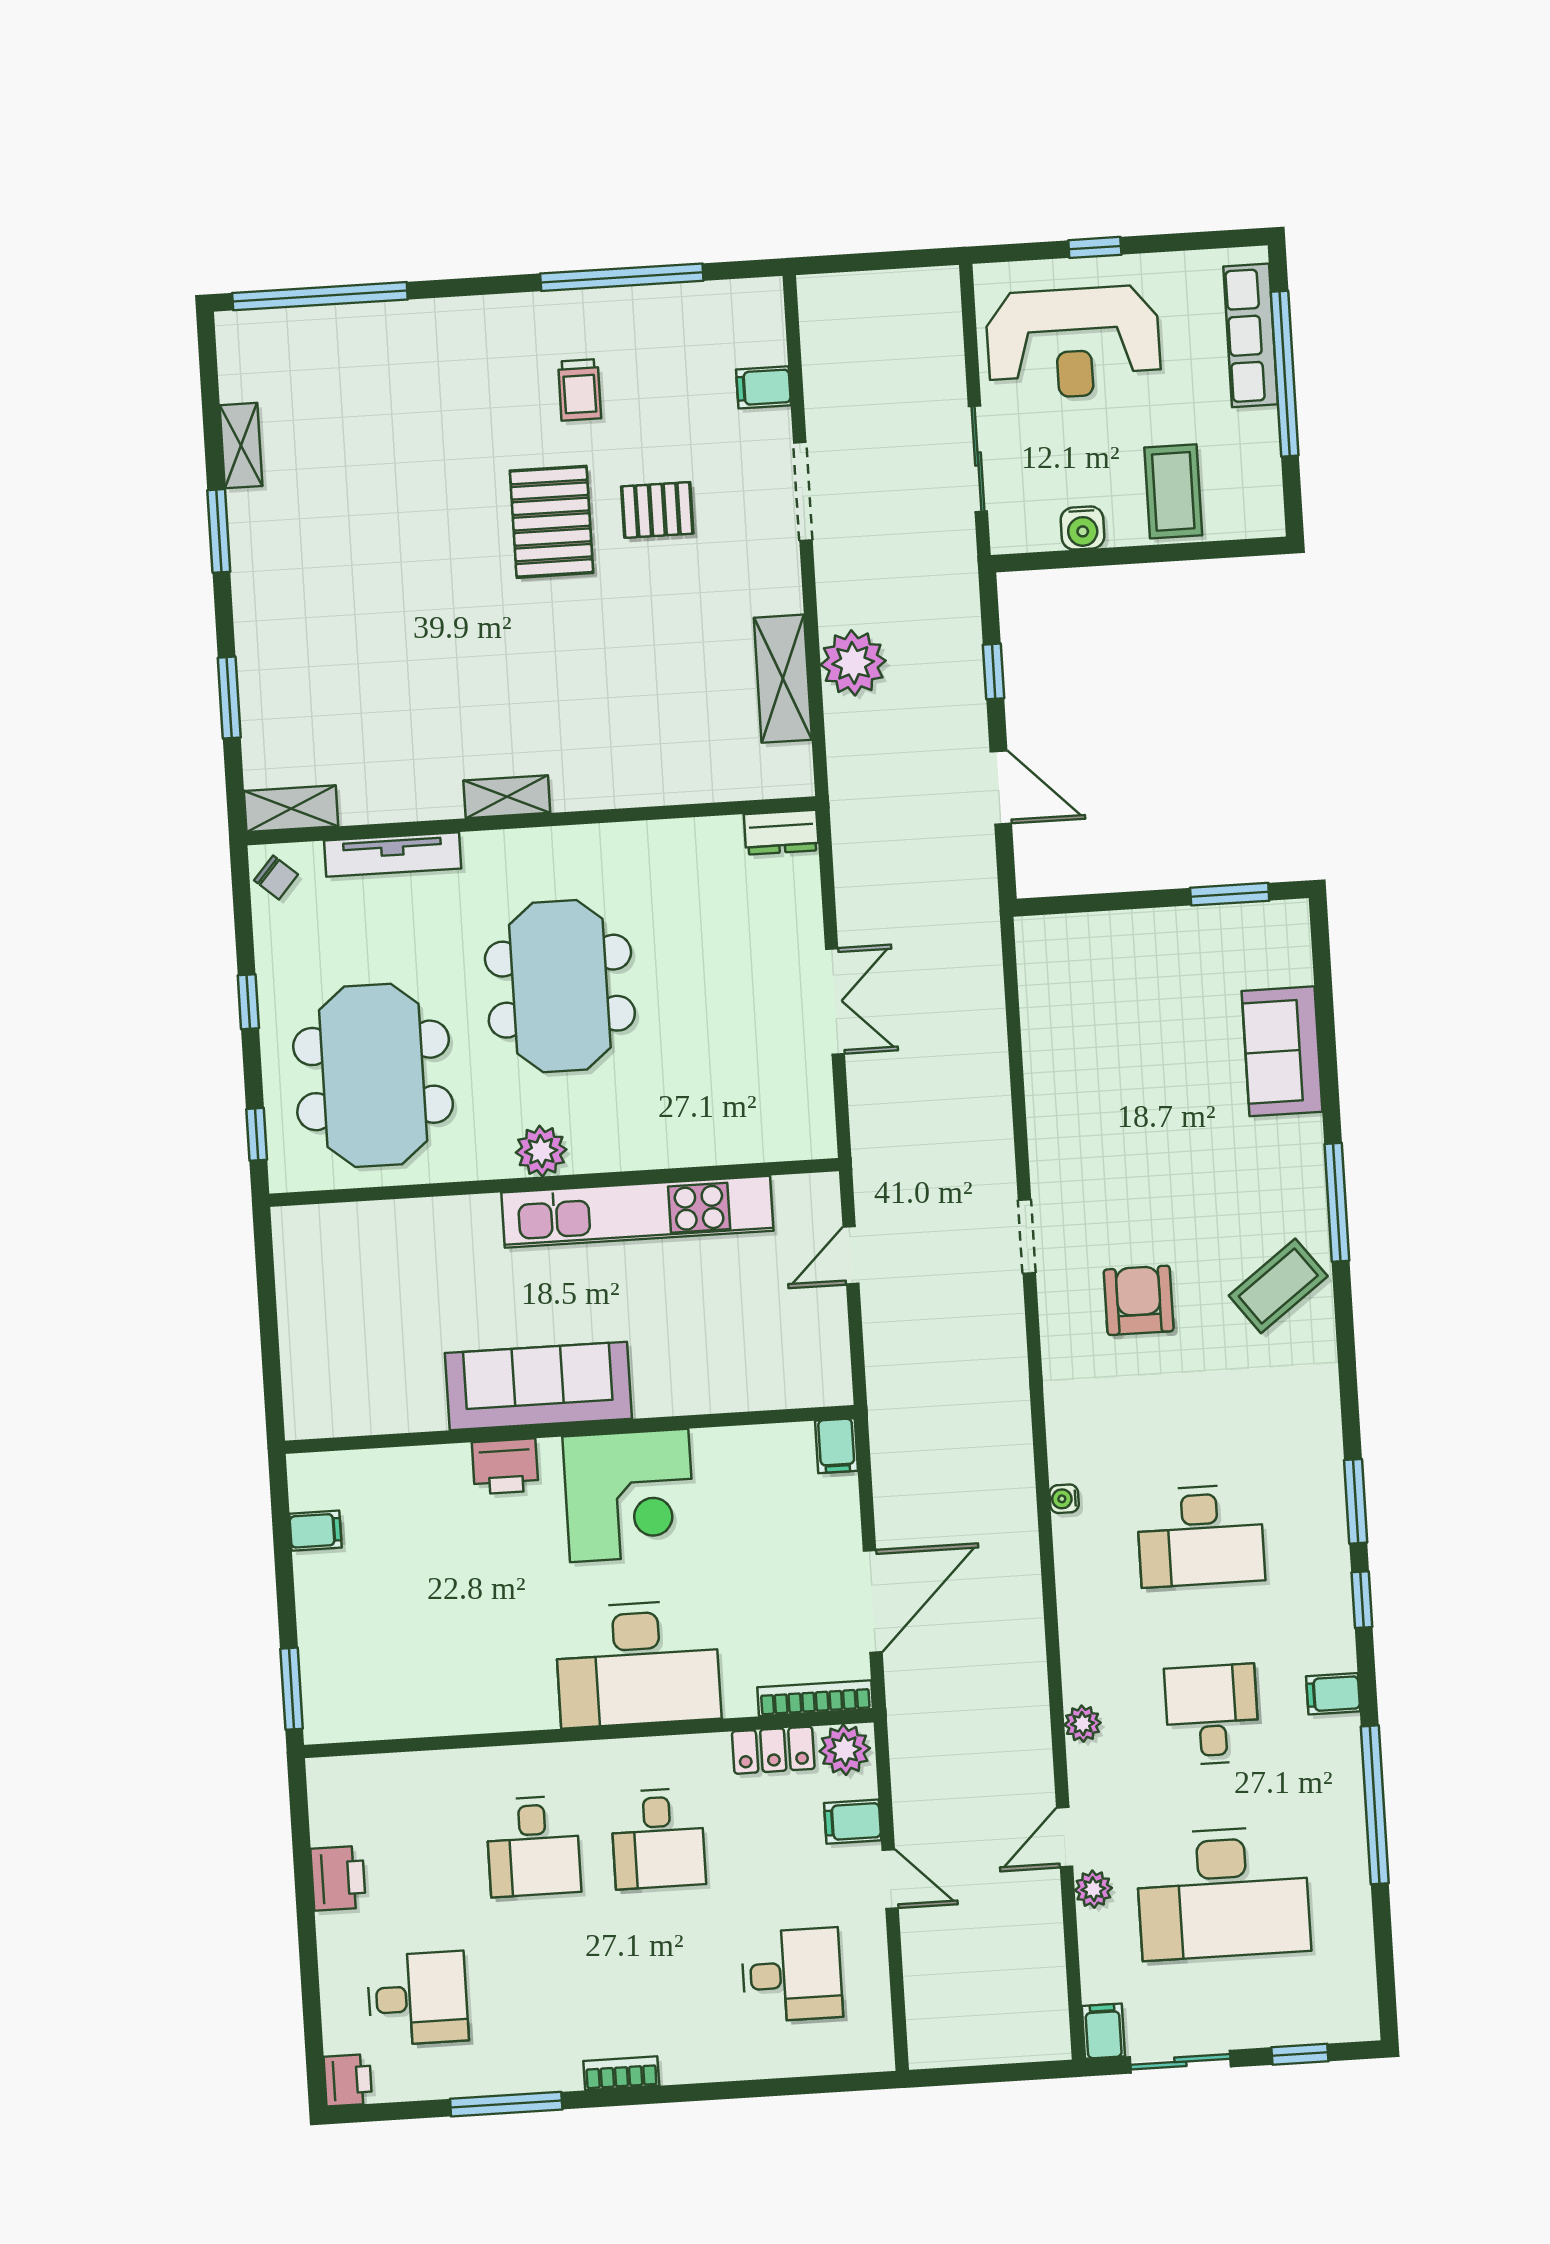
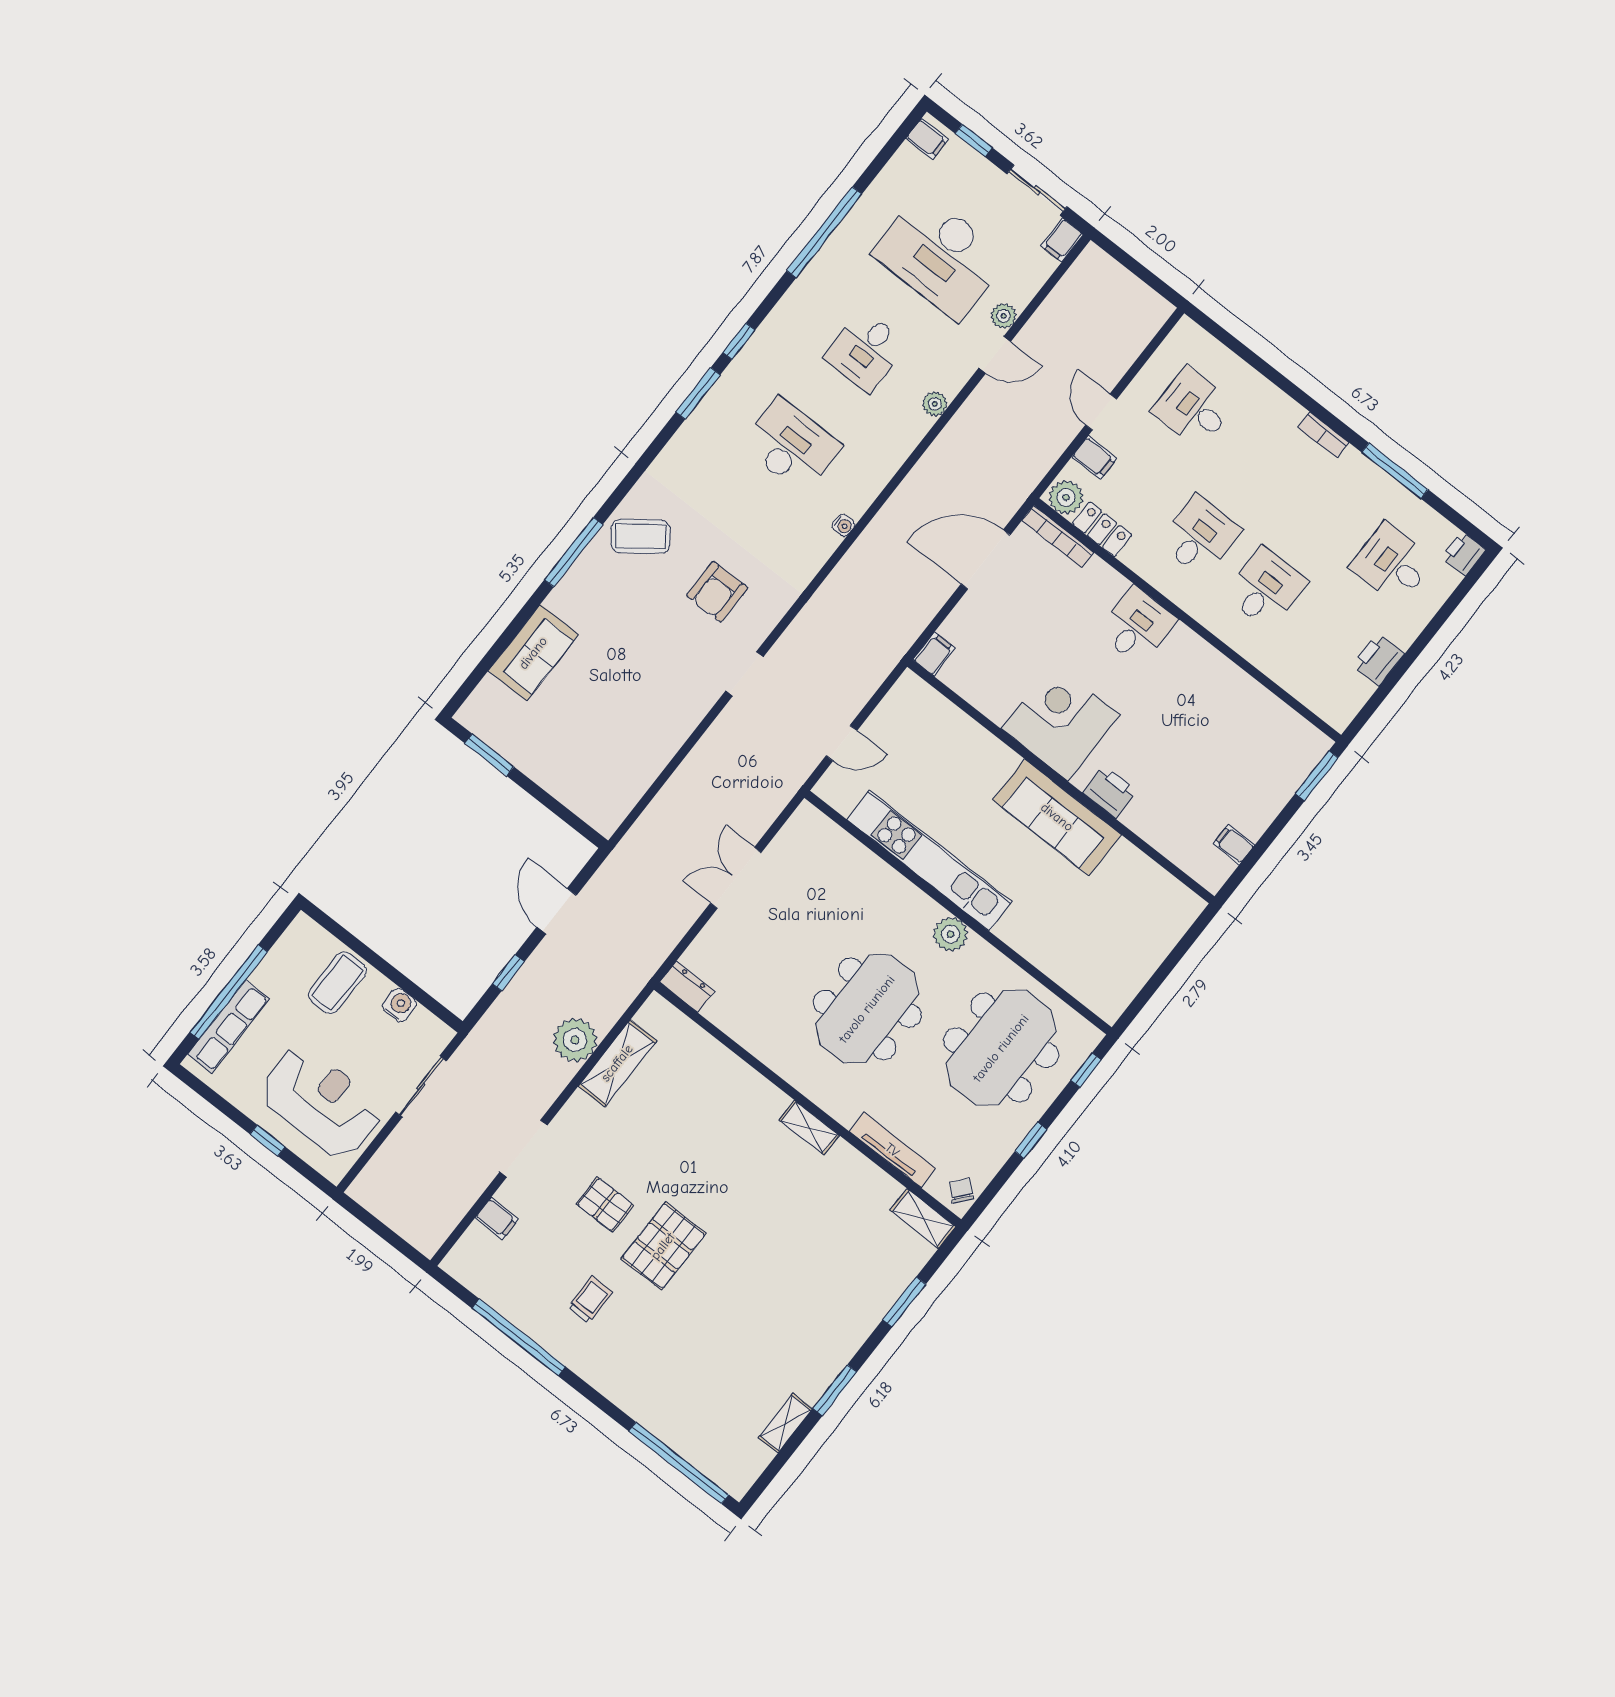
desk: (638, 1664) -> (1137, 626), width x0.53, depth x0.77
filing cabinet: (1333, 1694) -> (927, 139), moved
desk: (1223, 1893) -> (940, 256), turned 180

